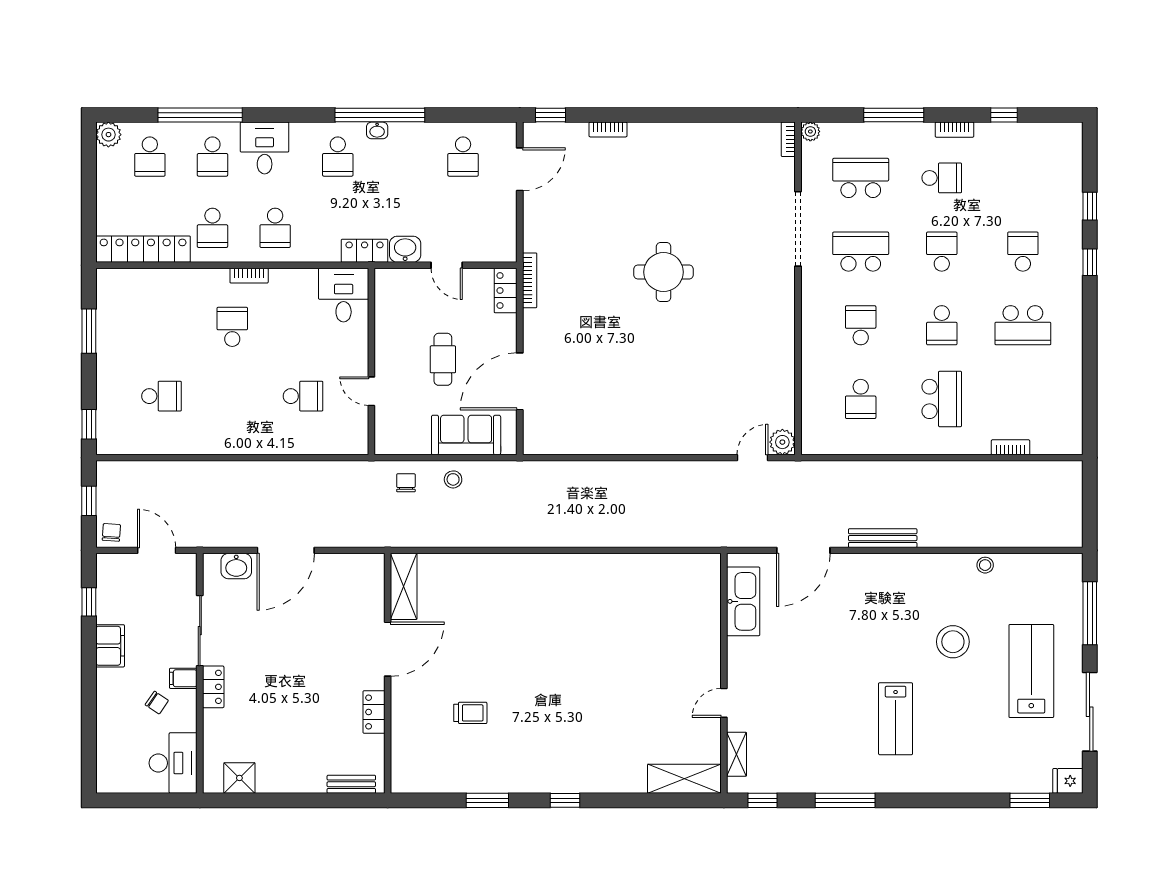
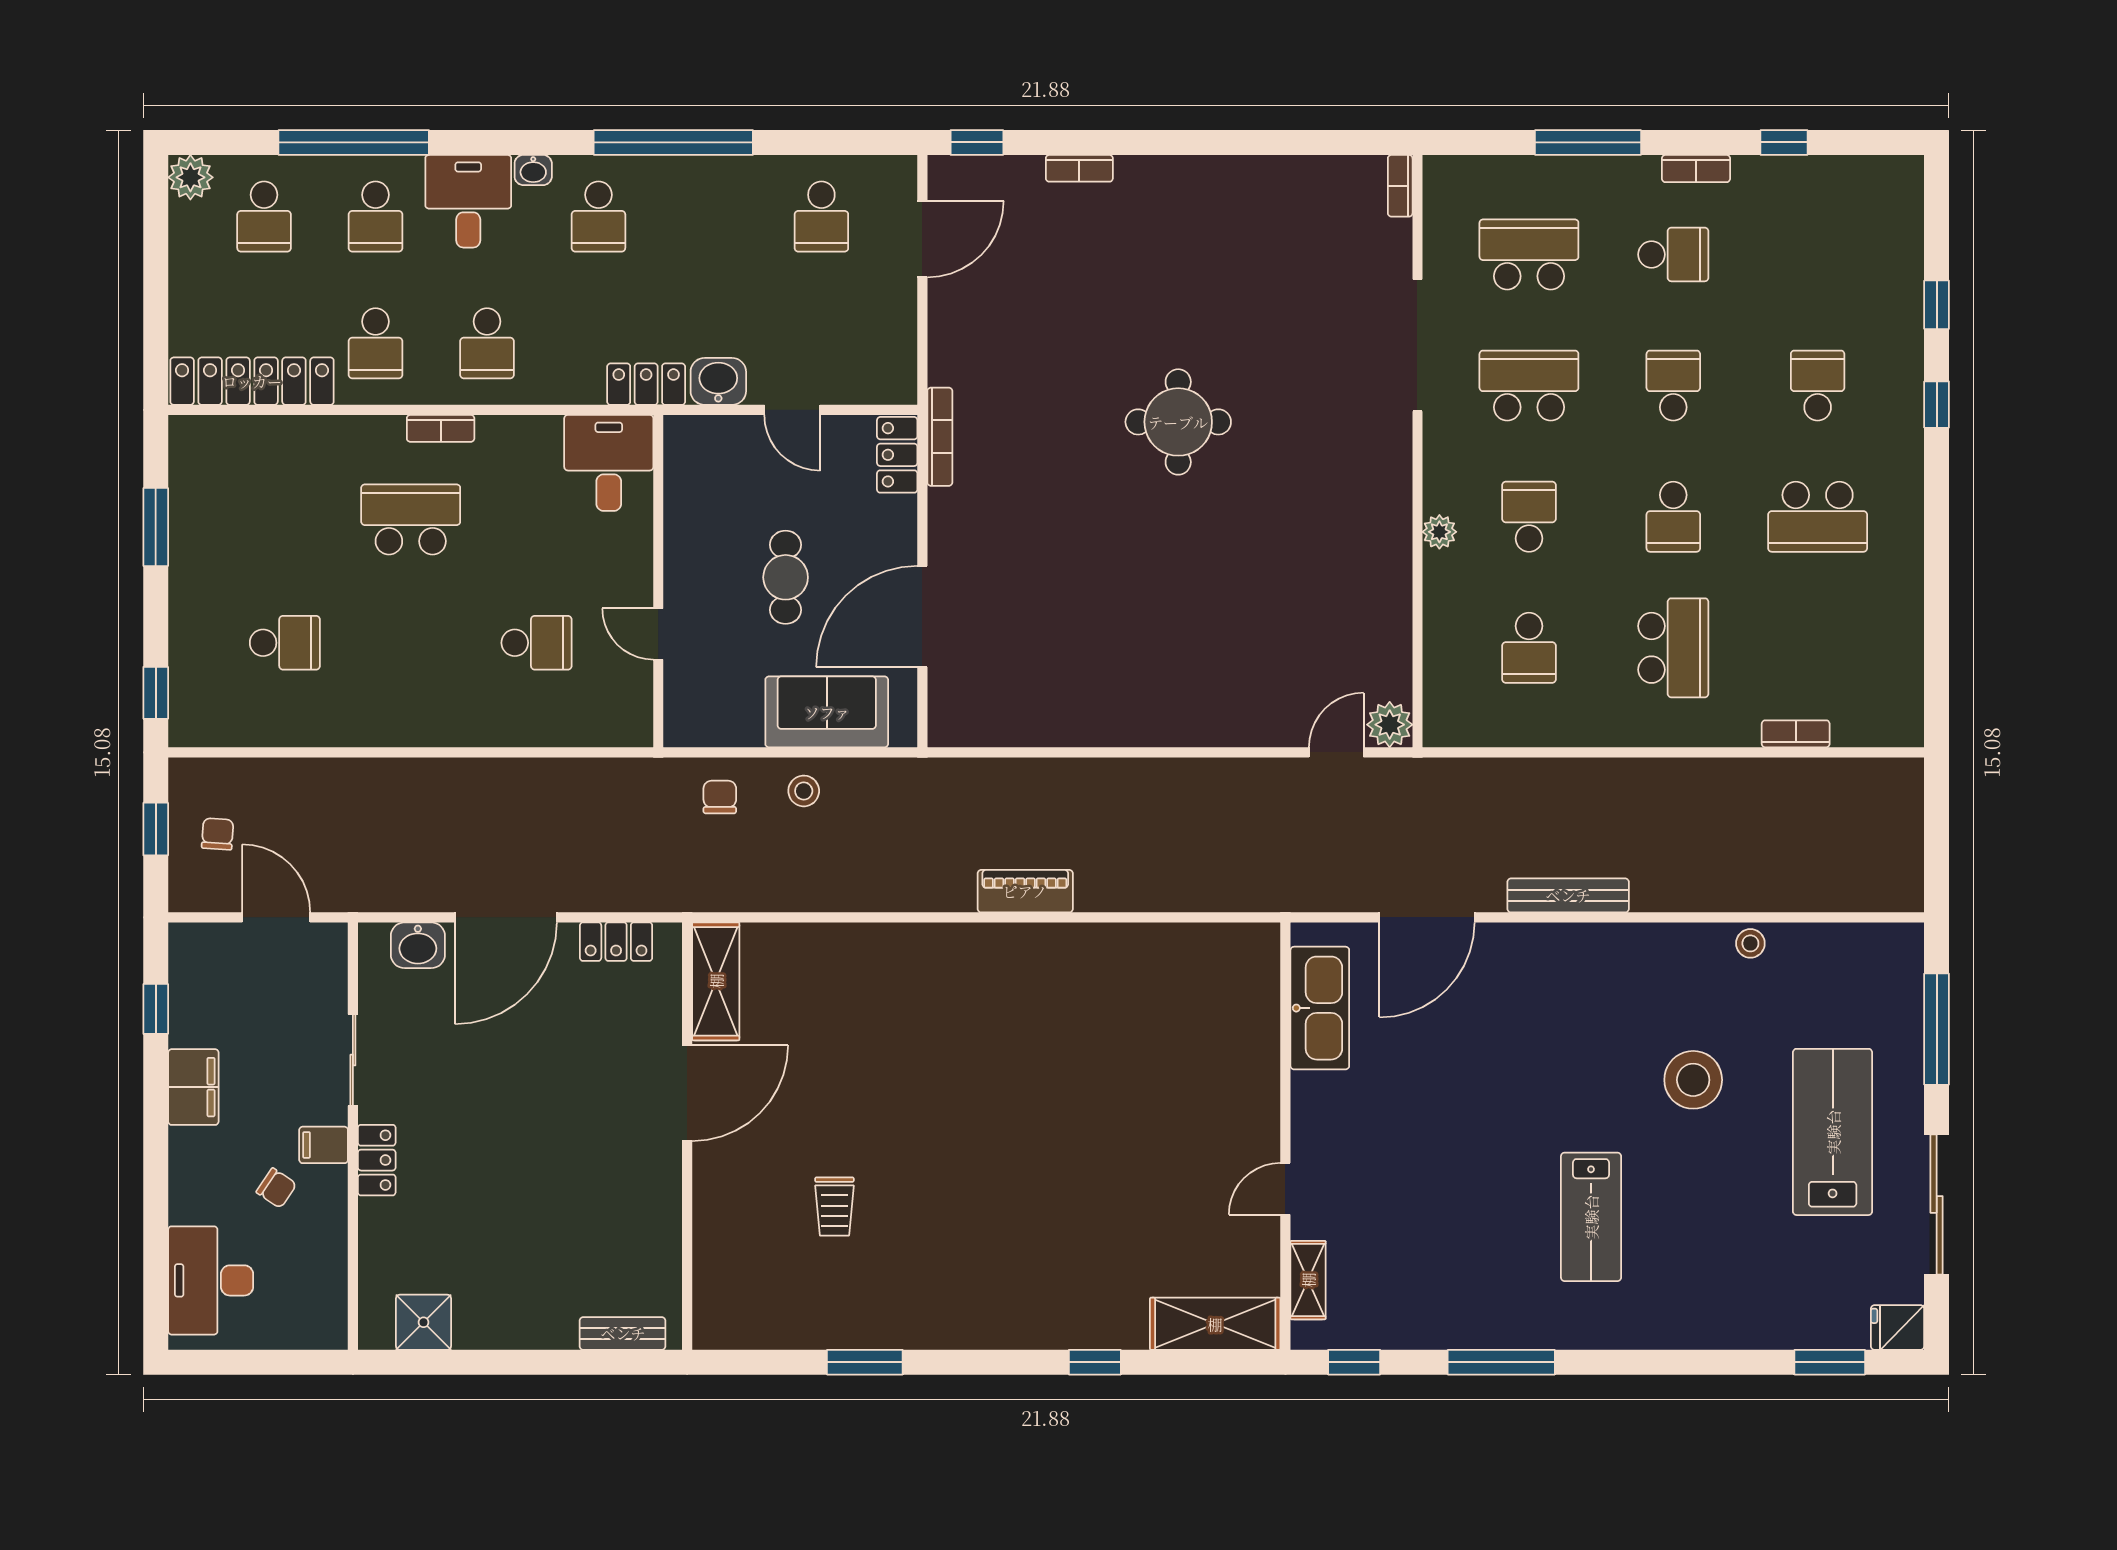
washbasin: (377, 130) -> (533, 170), moved
plant: (810, 131) -> (1439, 532), moved
school desk: (232, 327) -> (411, 519), width x1.85
chair: (111, 532) -> (218, 834), moved
piano: (578, 536) -> (1025, 891), added
sliding door: (200, 631) -> (353, 1060), width x0.73
locker: (374, 712) -> (616, 942), moved, turned -90
trolley: (470, 713) -> (834, 1206), turned 90
desk: (173, 763) -> (211, 1280), moved, turned 180
window: (565, 800) -> (1095, 1362), moved

